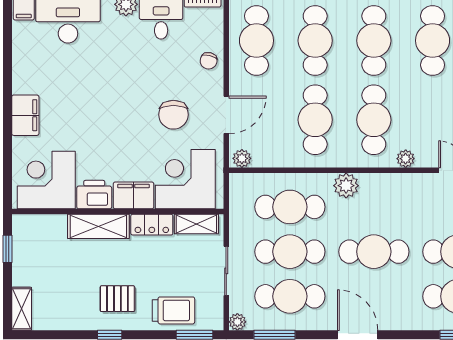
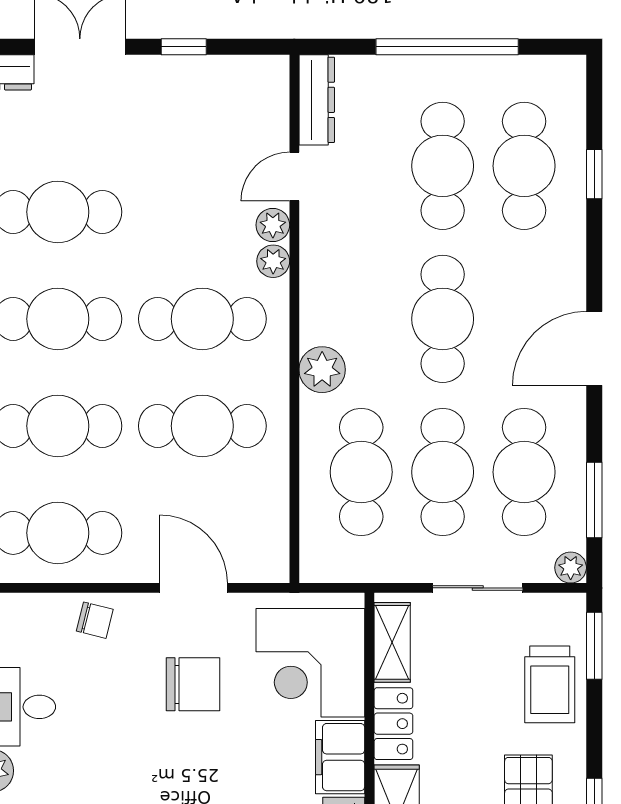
plant: (242, 158) -> (273, 225), moved
trolley: (173, 310) -> (550, 684), turned 180

